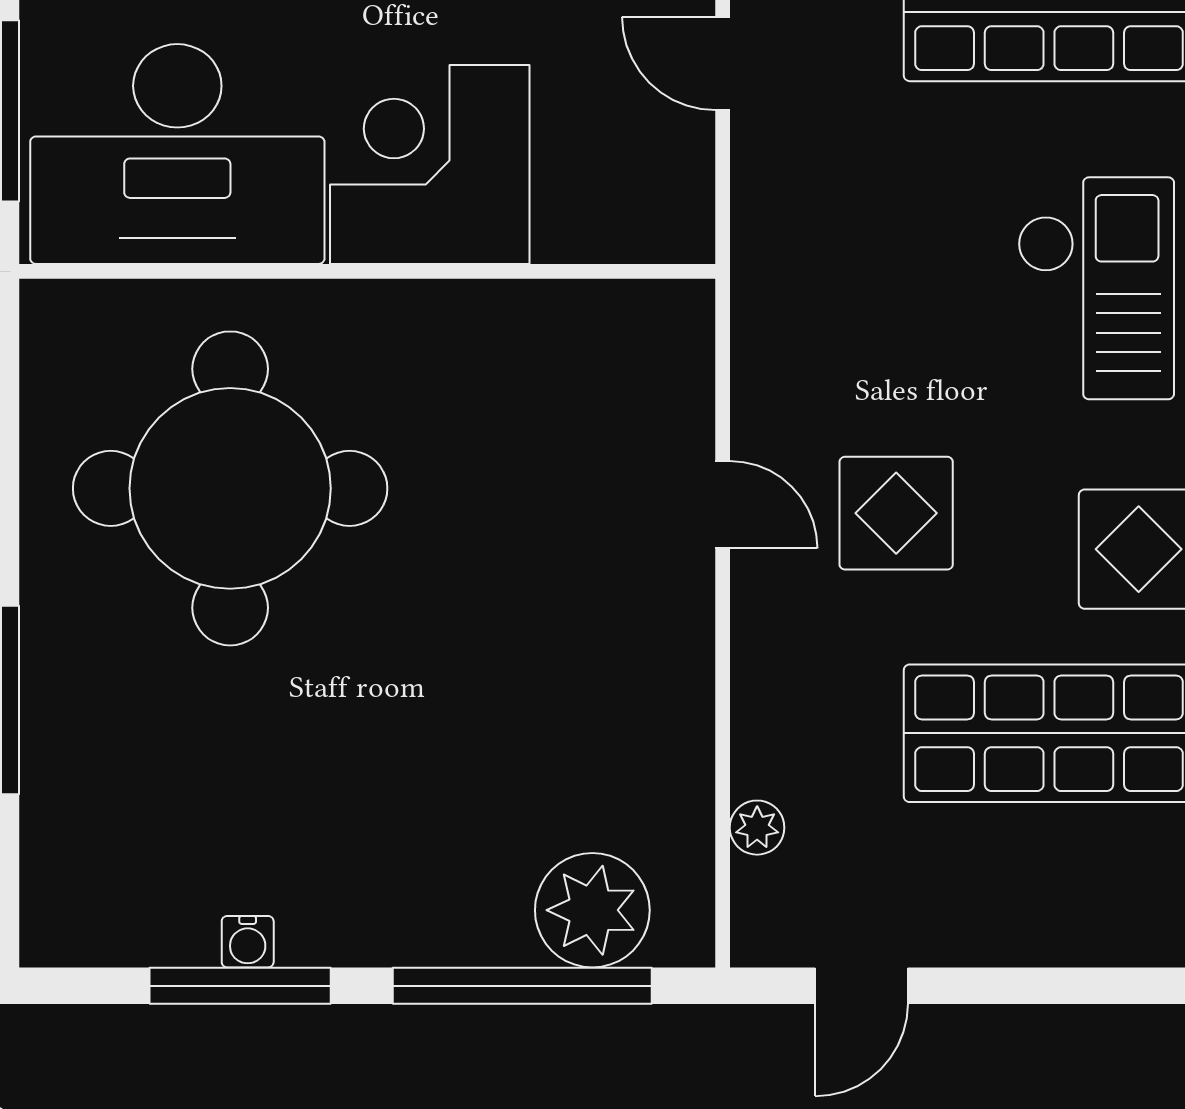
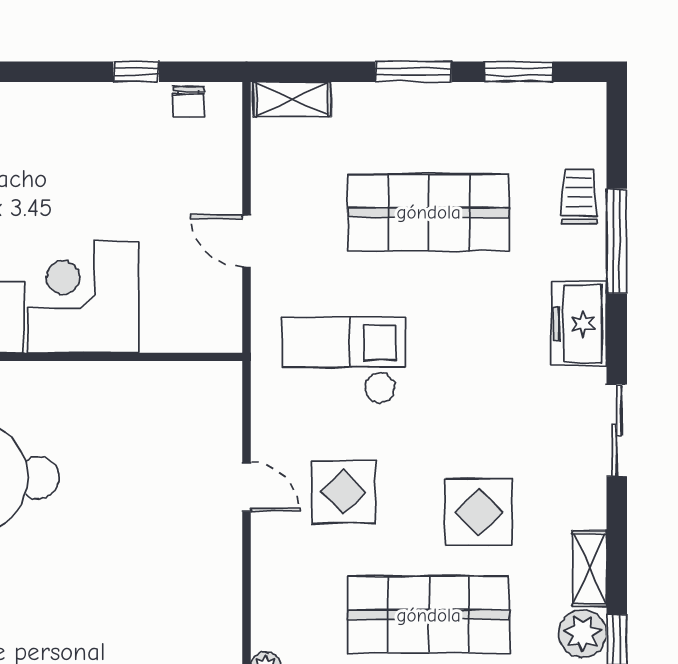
checkout: (1096, 288) -> (344, 360), moved, turned -90

